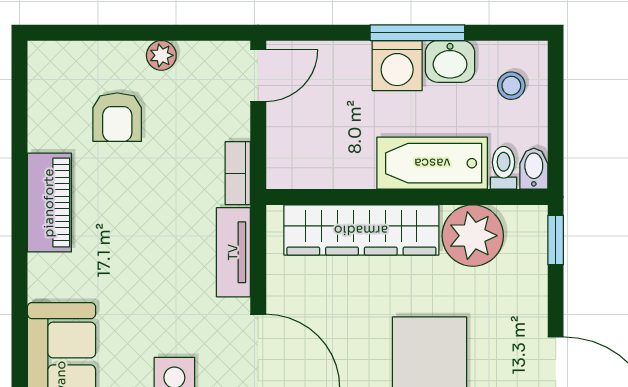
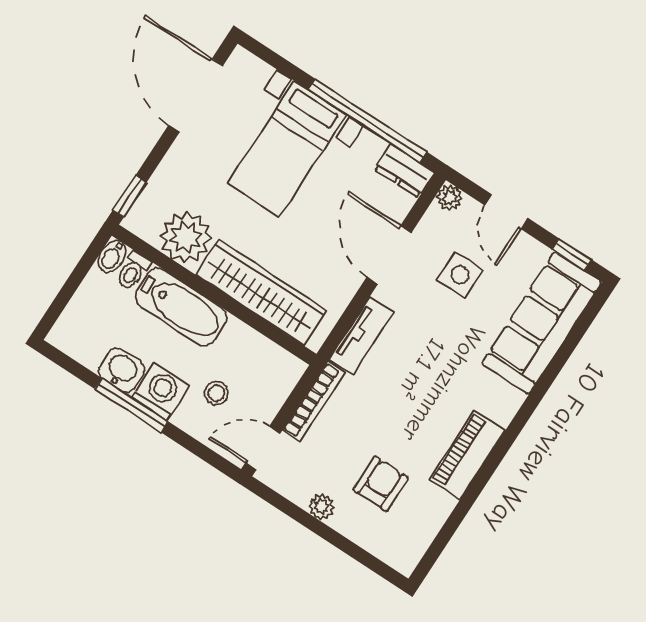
stool: (511, 86) -> (216, 393), moved
bookcase: (238, 173) -> (314, 401), width x1.56

